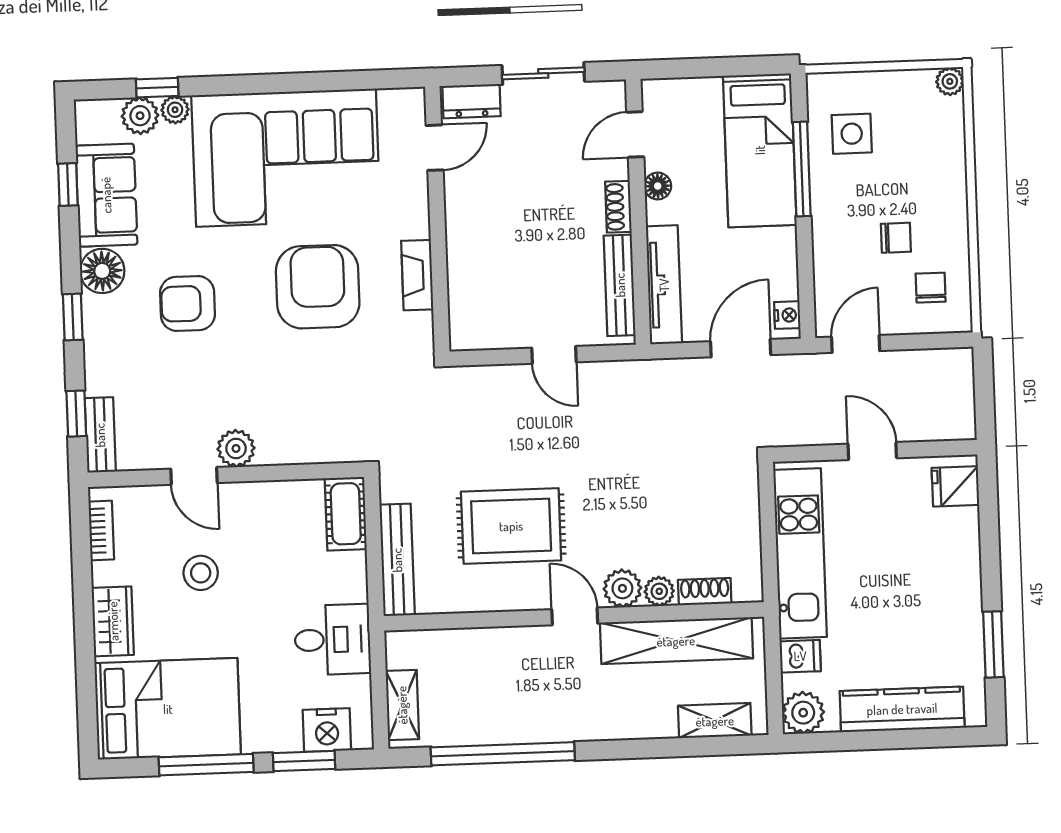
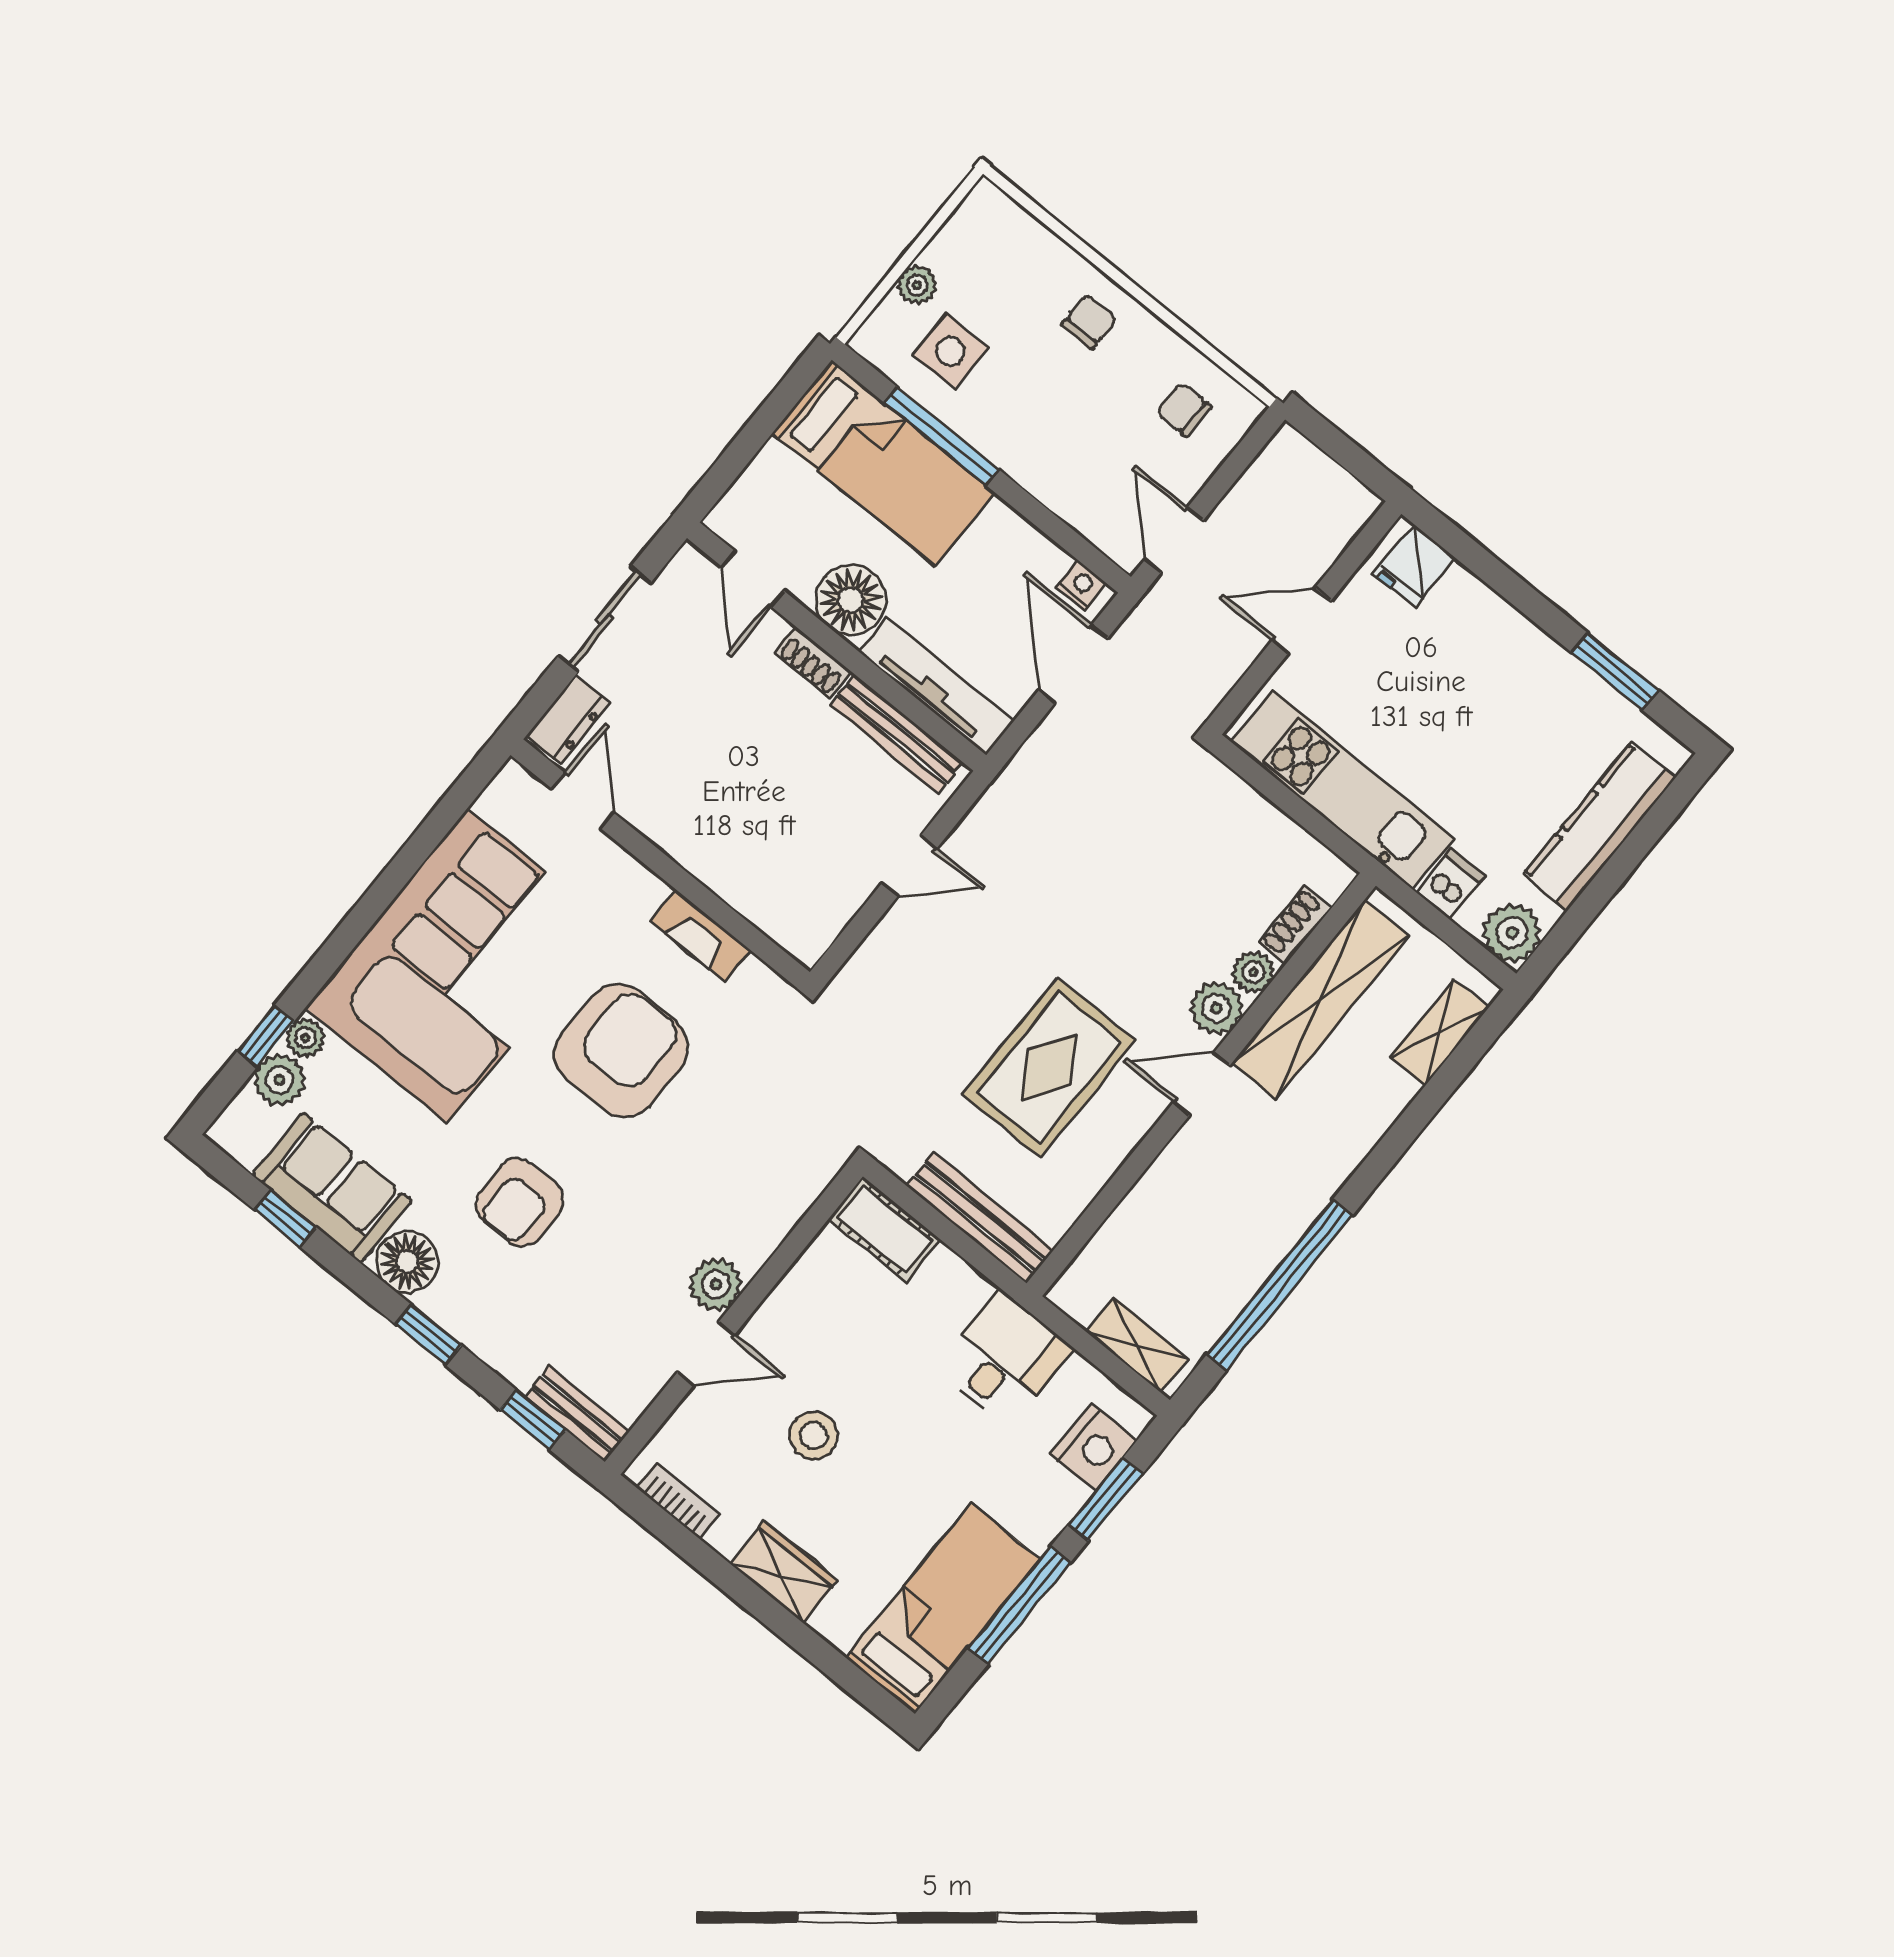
plant: (950, 81) -> (917, 285), moved
floor lamp: (658, 186) -> (851, 600), width x1.89, depth x1.89
chair: (896, 238) -> (1089, 322), moved
armchair: (318, 287) -> (621, 1051), turned 90
bed: (168, 709) -> (943, 1609), width x0.67

